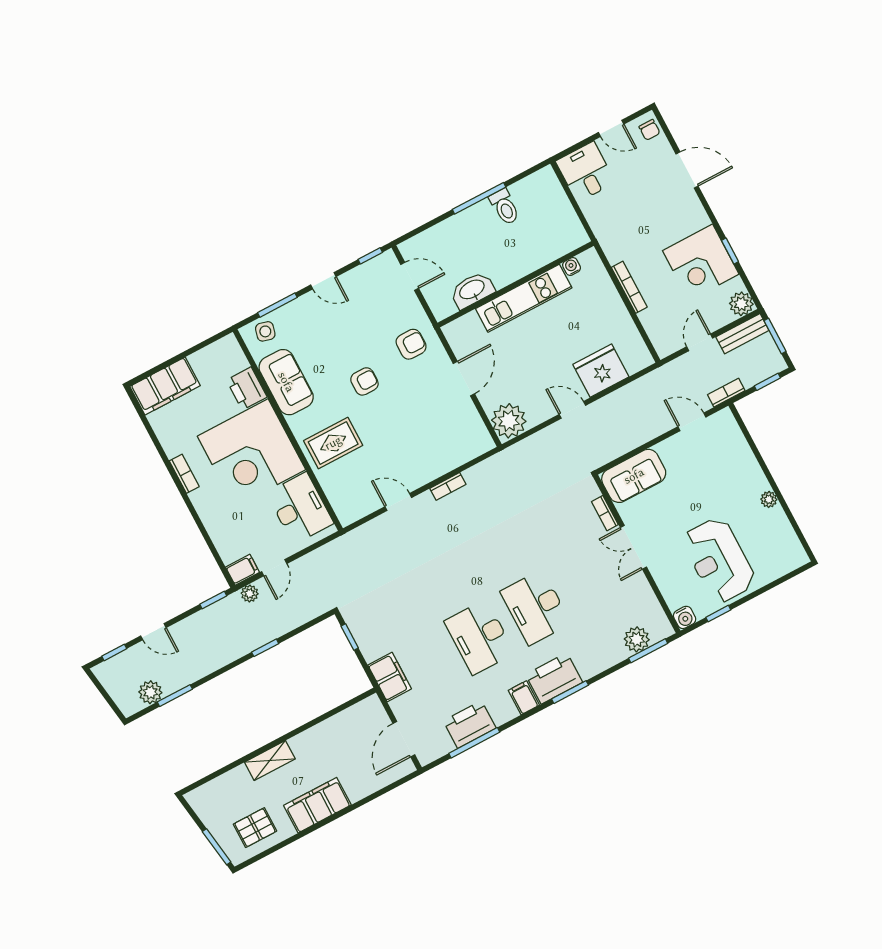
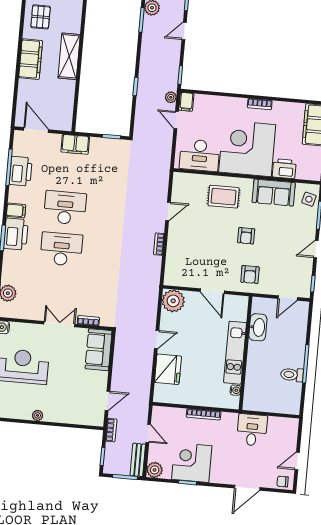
desk: (585, 172) -> (252, 430), moved, turned -90
rug: (333, 443) -> (224, 197), turned 90
shelving: (270, 760) -> (69, 56), width x1.50, depth x1.33

